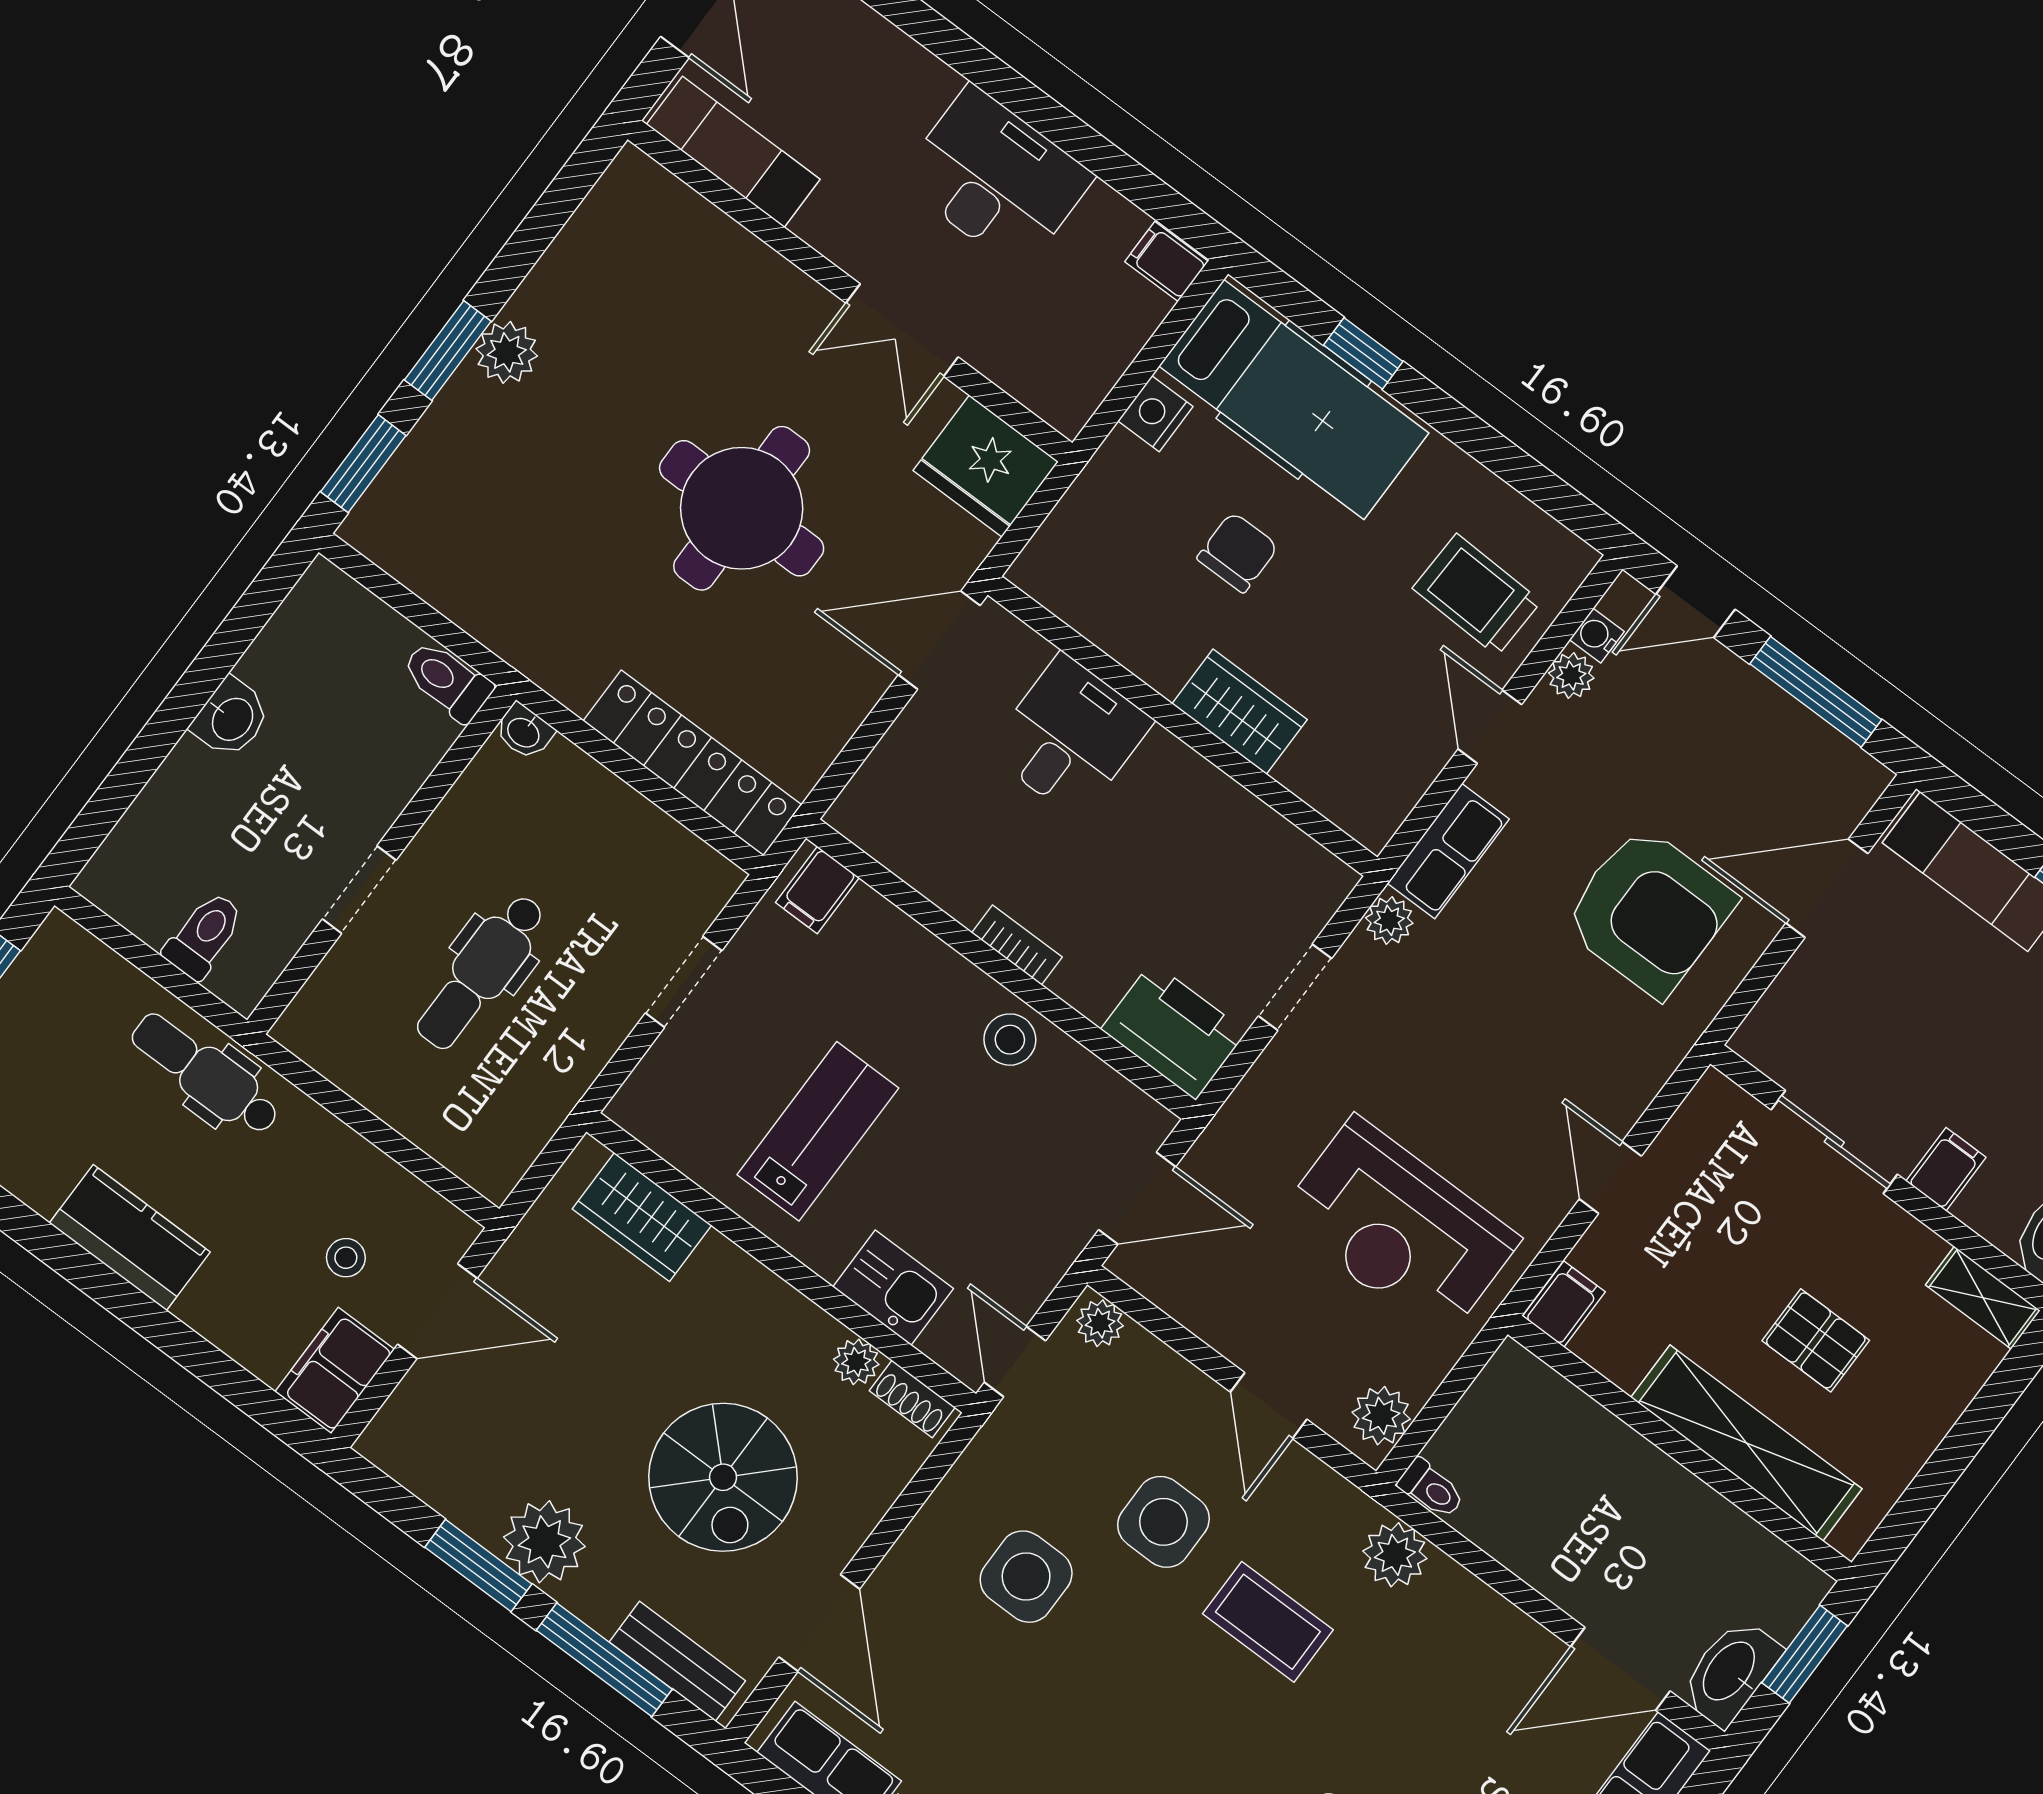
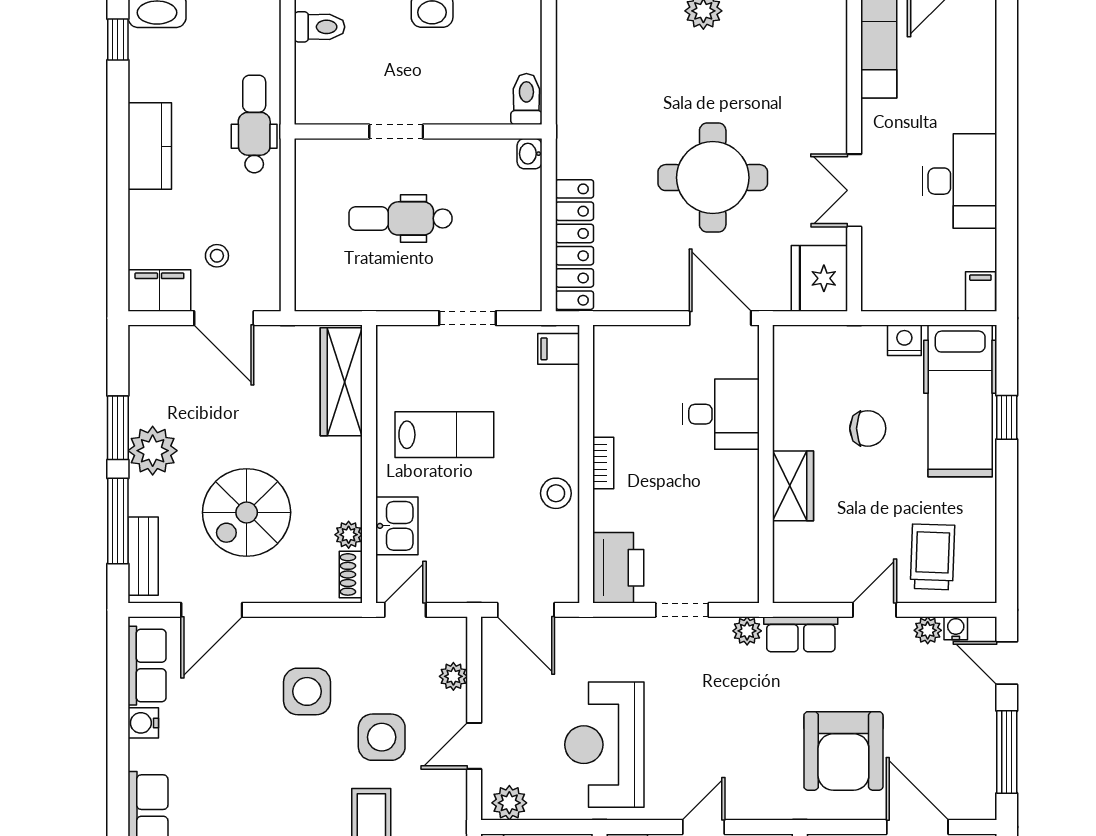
toilet: (204, 935) -> (320, 27), moved
wardrobe: (642, 1217) -> (341, 382), width x1.50
plant: (1100, 1323) -> (453, 676), moved

